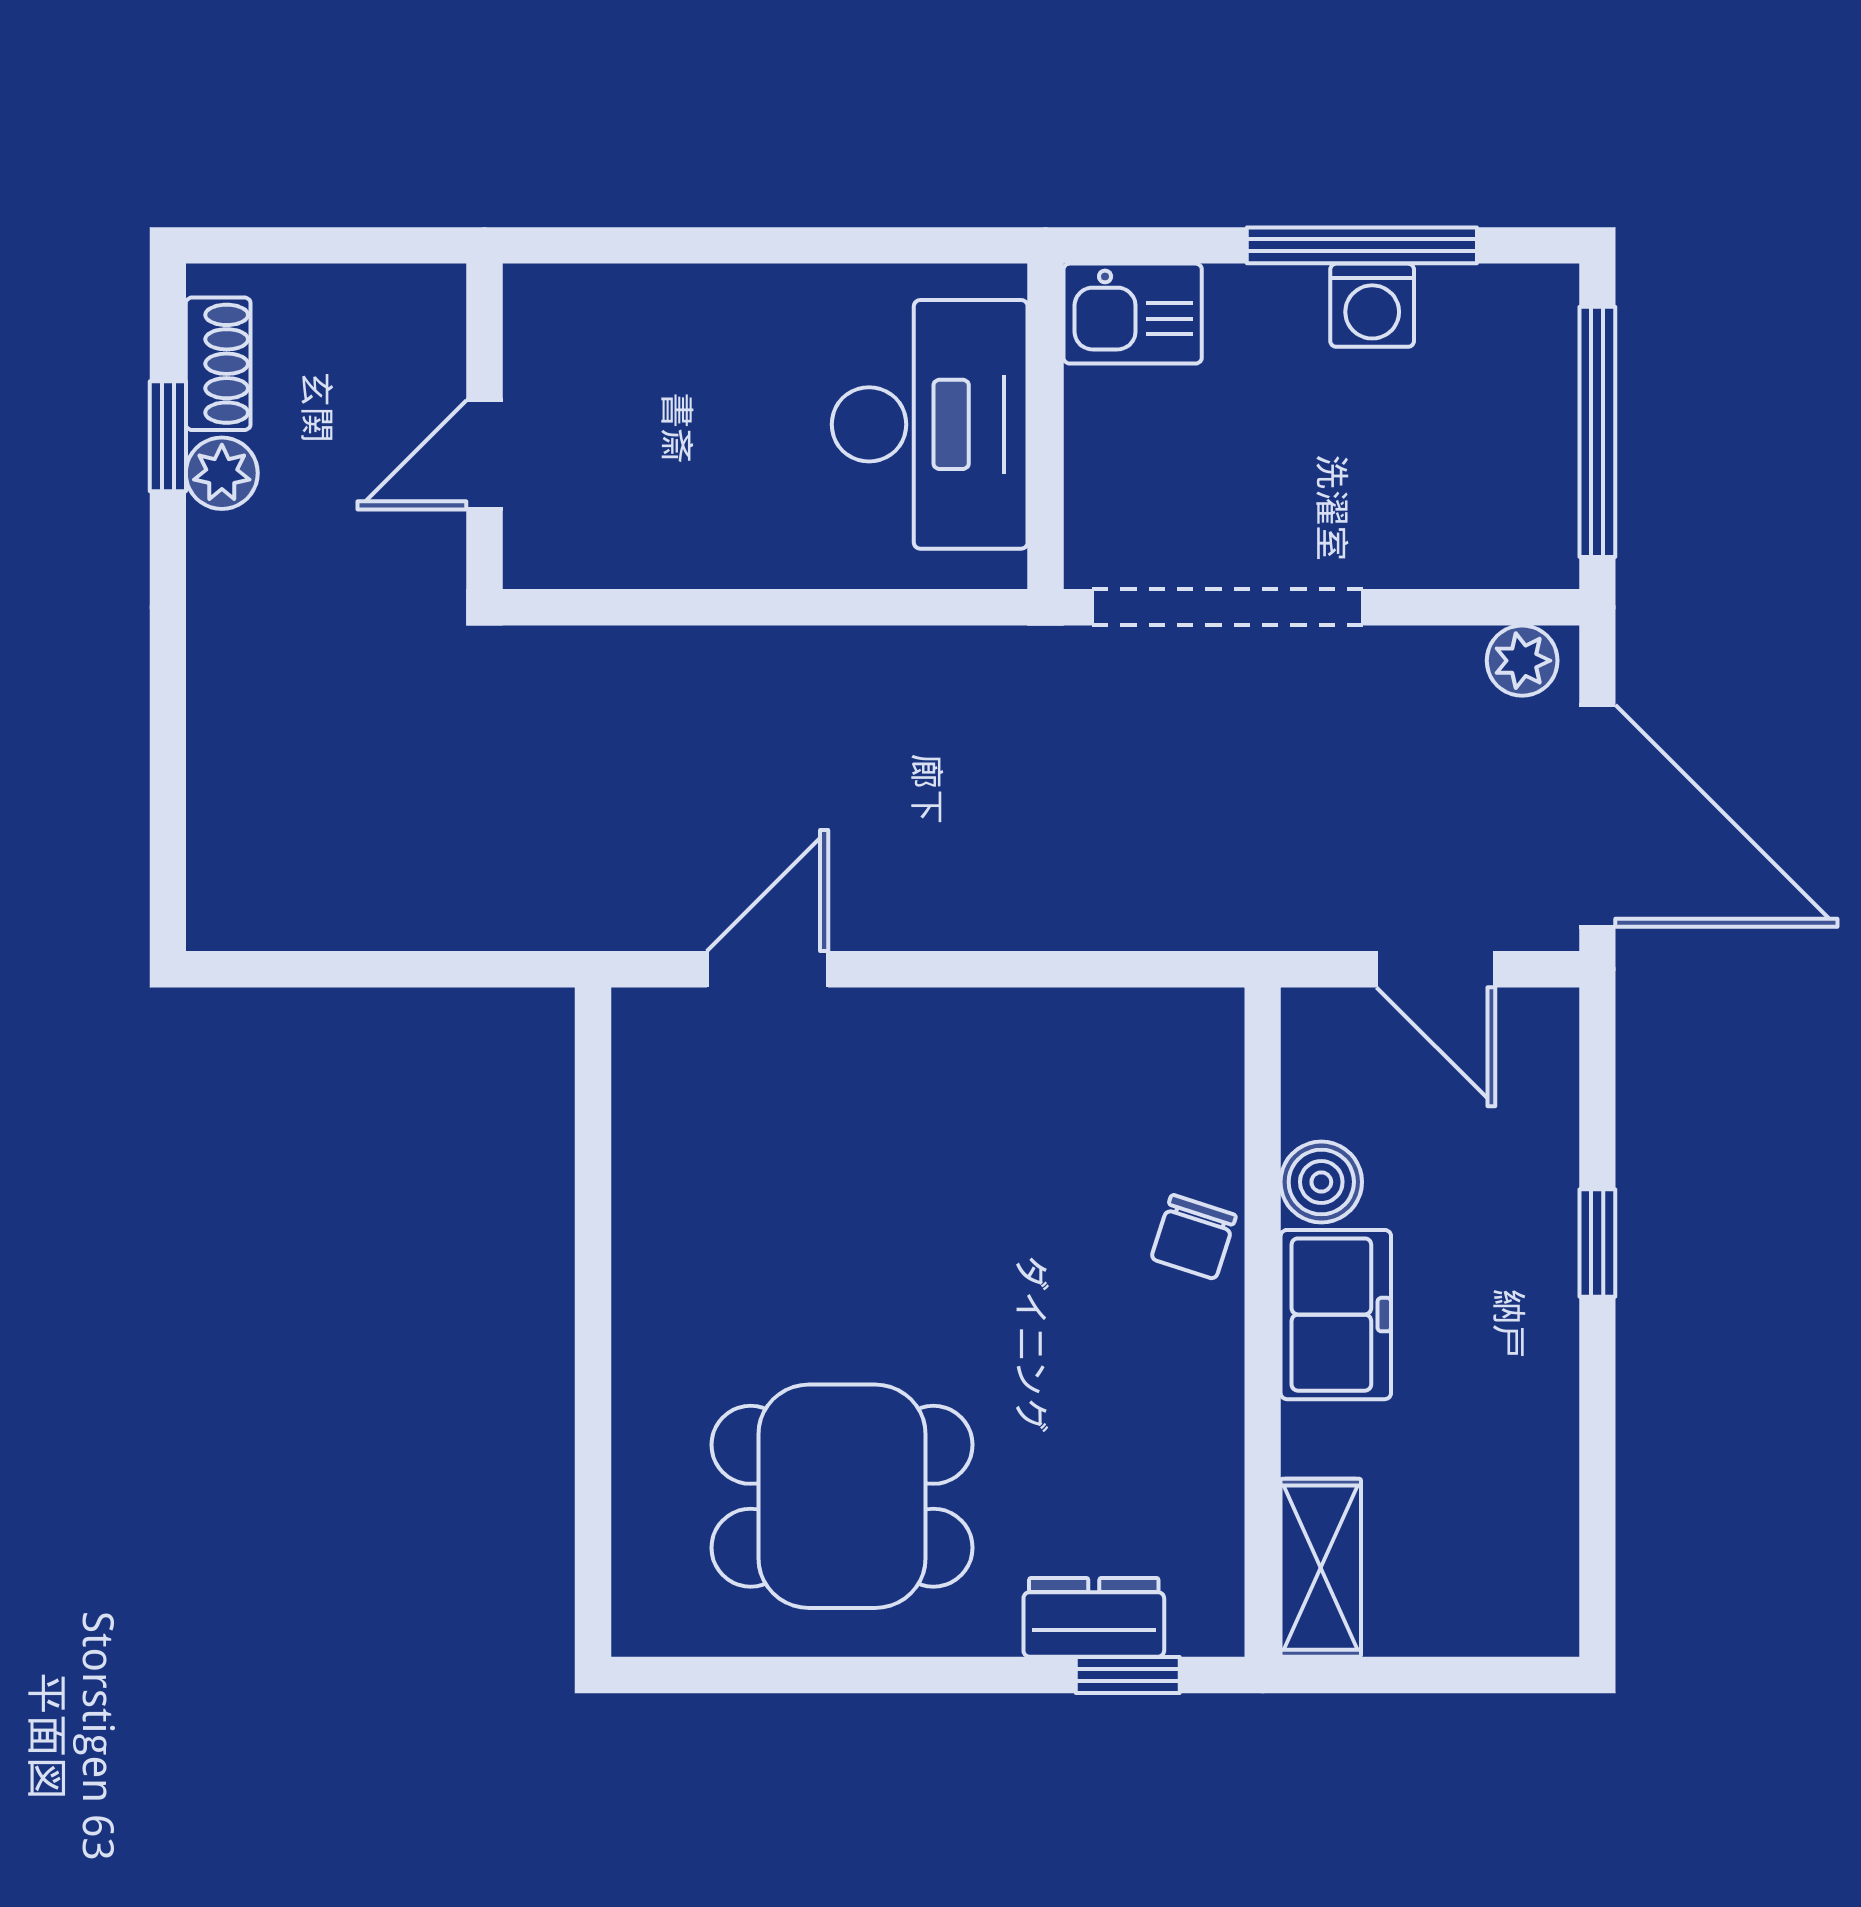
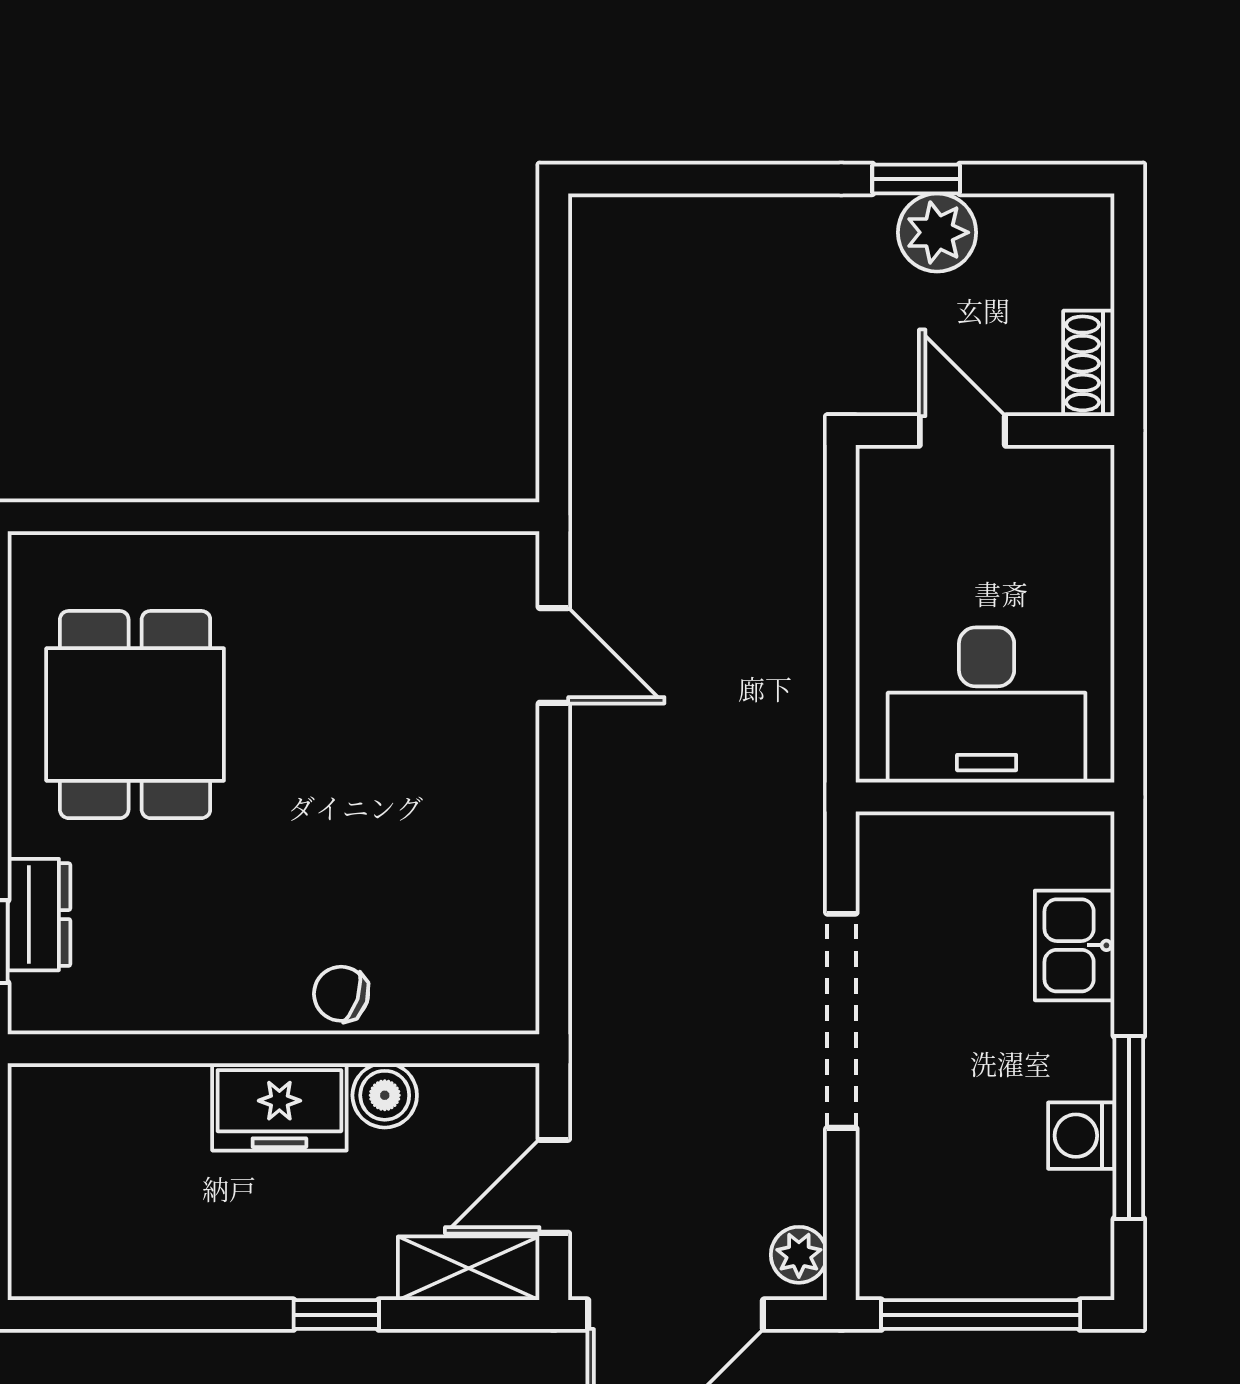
shoe rack: (218, 364) -> (1089, 363), moved, turned 90
desk: (930, 424) -> (987, 705), moved
wall: (1045, 426) -> (985, 797), moved
window: (168, 436) -> (916, 179), moved
plant: (222, 473) -> (937, 232), width x1.38, depth x1.38
shelving: (1321, 1568) -> (469, 1268), moved

